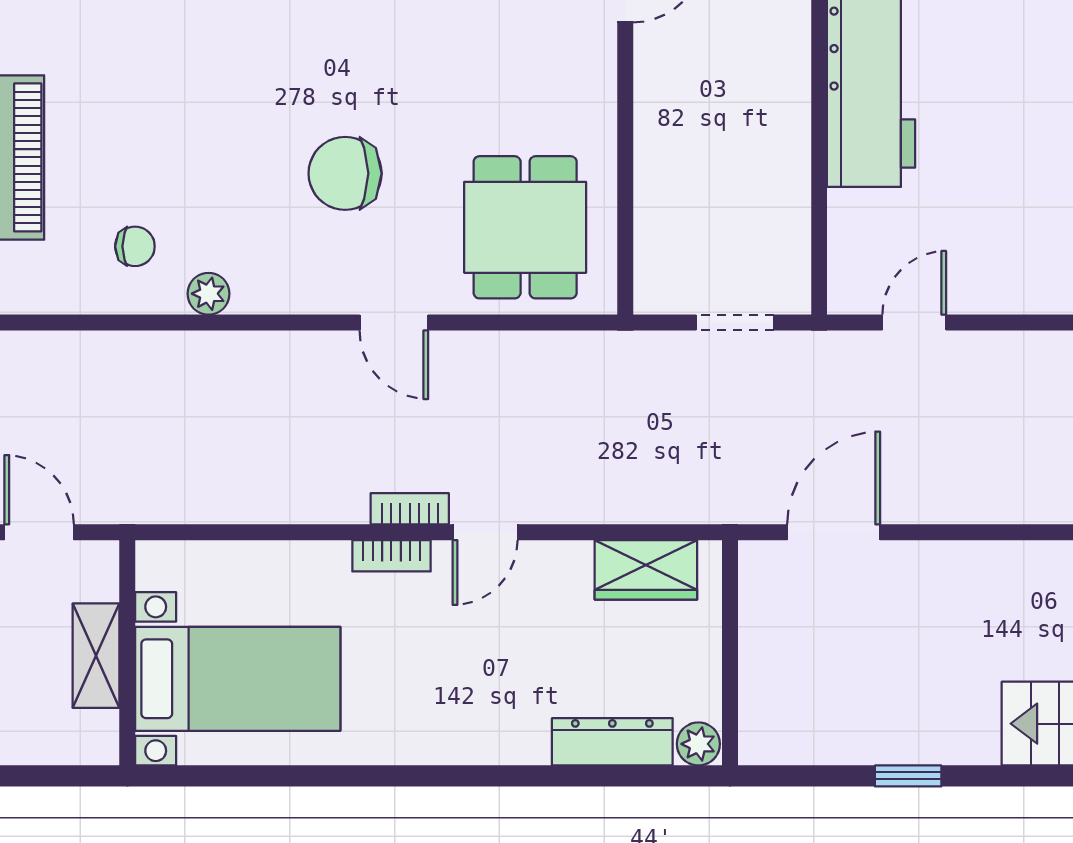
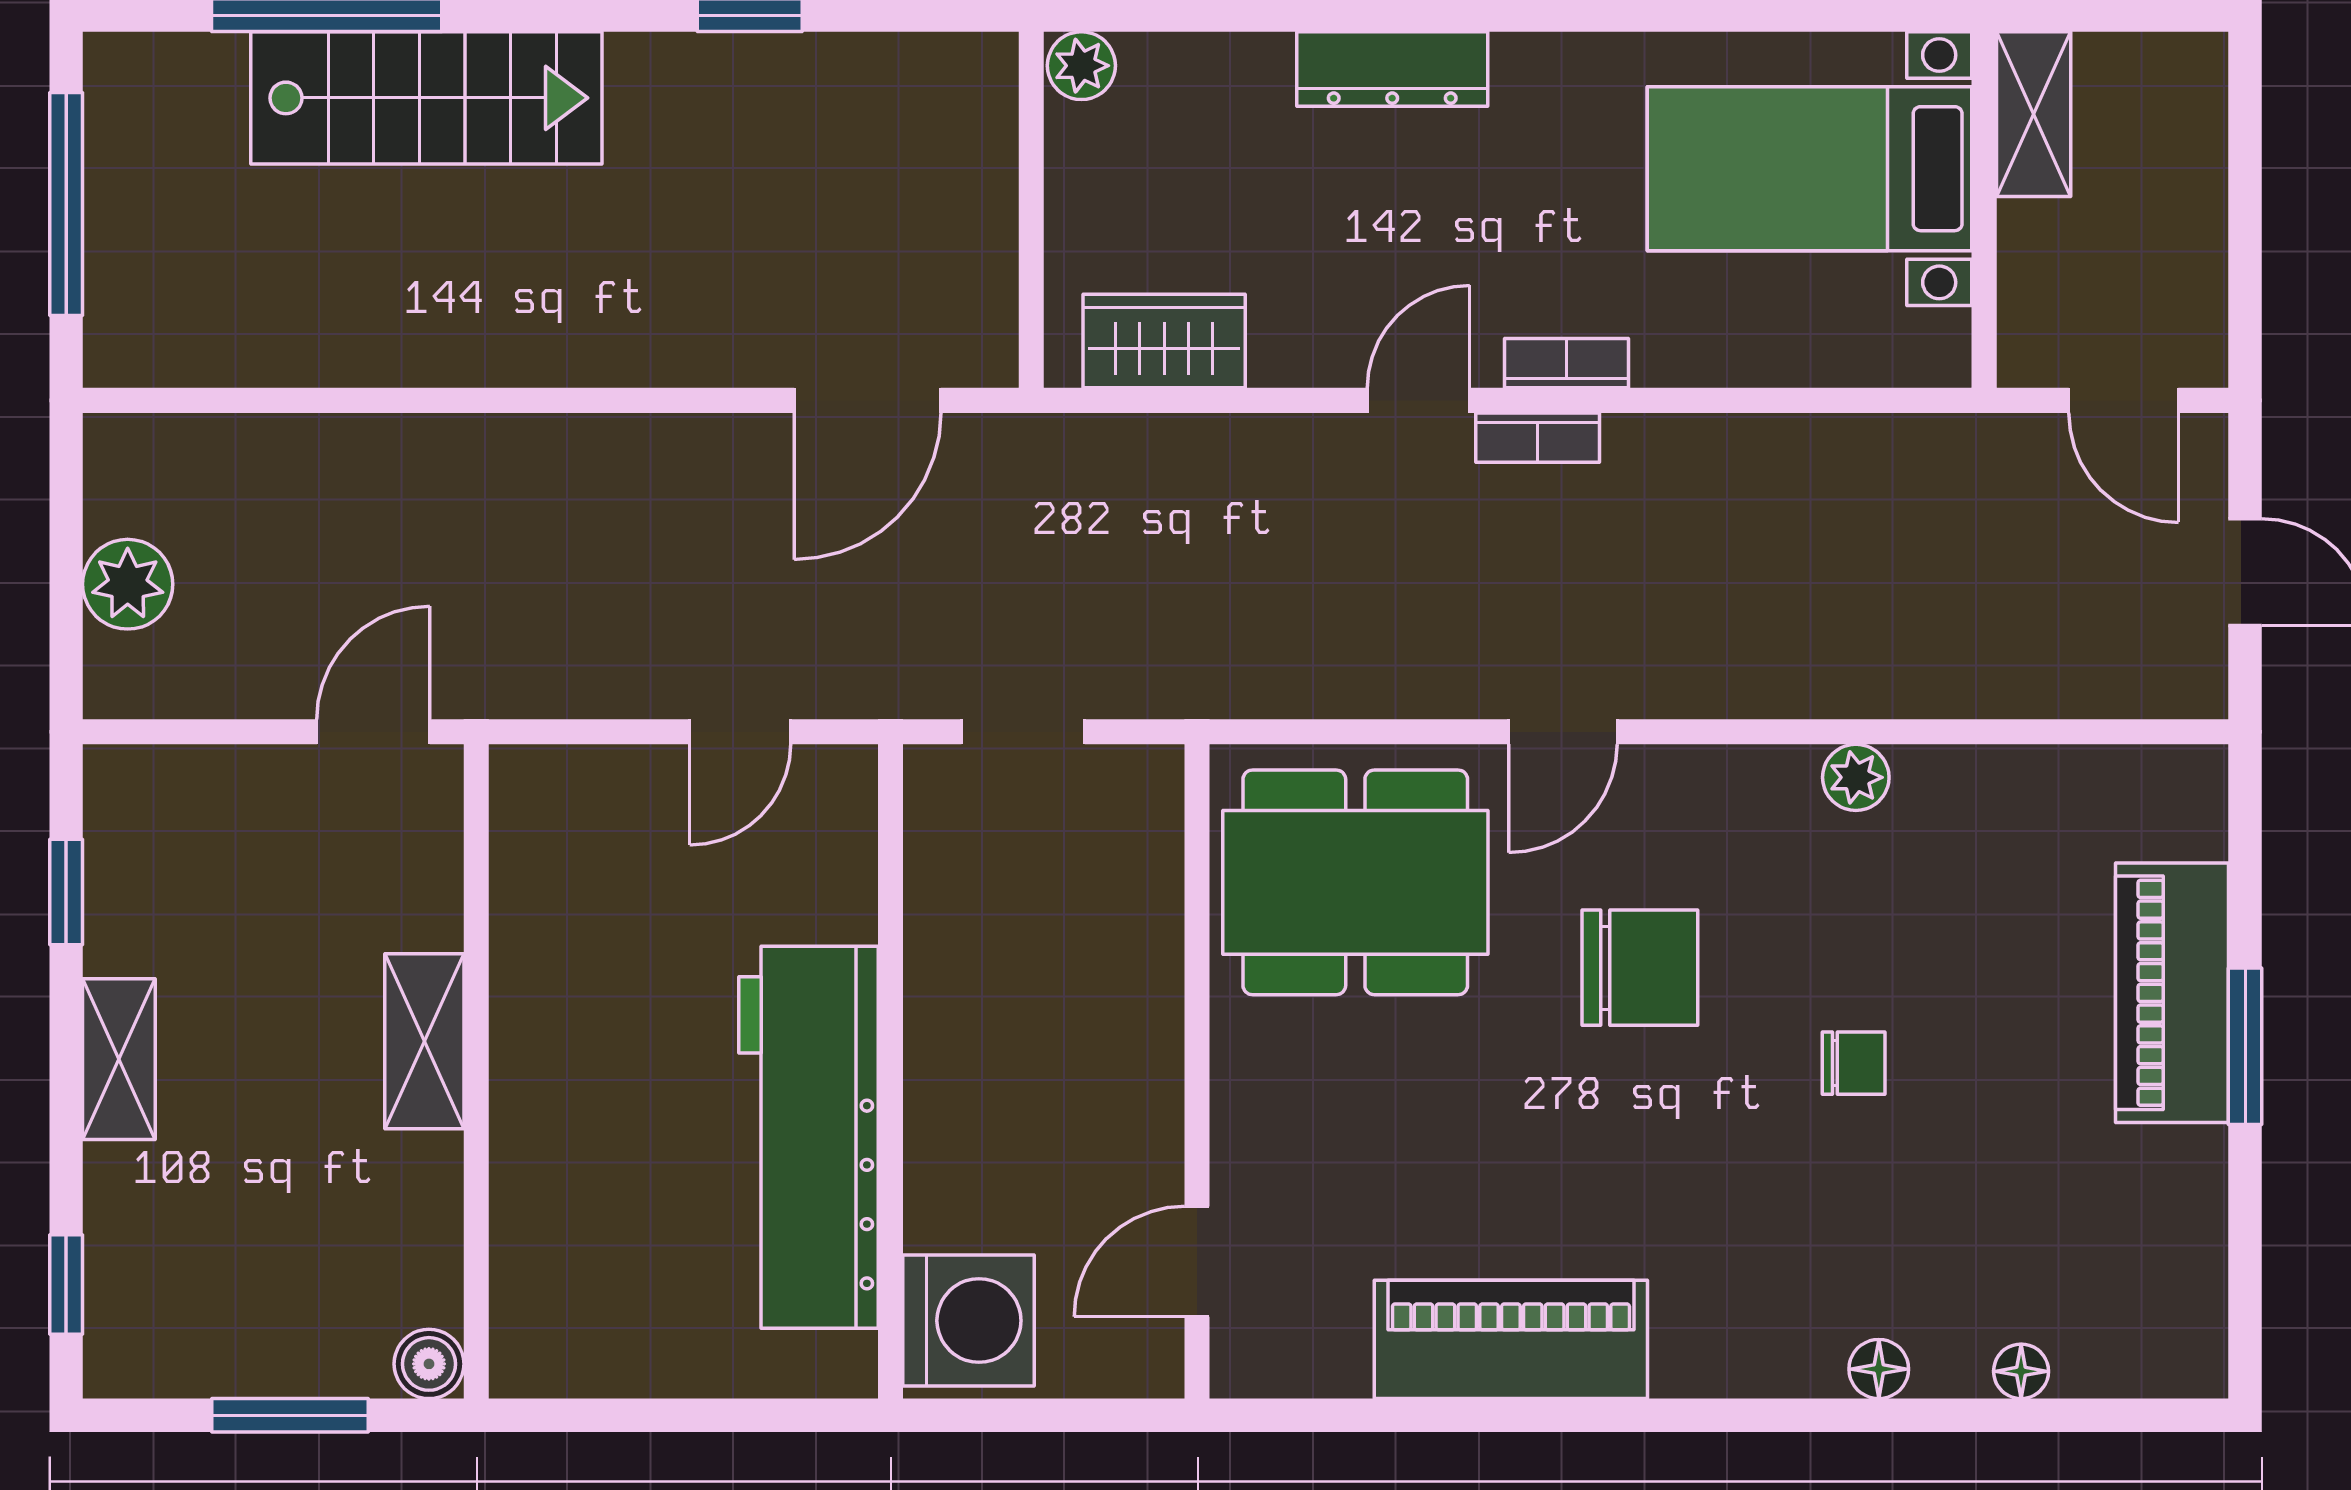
dining table: (525, 227) -> (1355, 882), width x1.38
chair: (135, 246) -> (1854, 1063), moved, turned 180
door: (394, 323) -> (1563, 732), swing flipped
shelving: (96, 656) -> (2034, 114), moved
dresser: (612, 742) -> (1392, 69), moved

